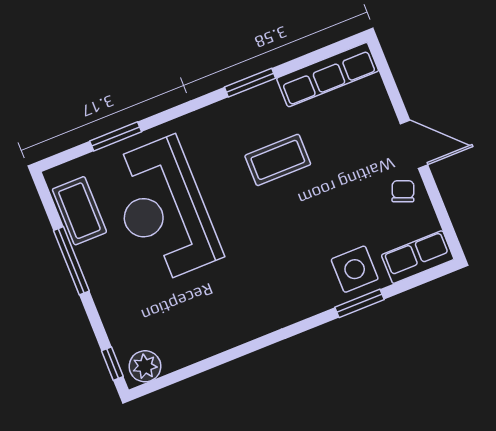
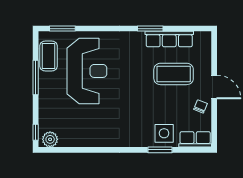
row of seats: (328, 75) -> (169, 39), moved
window: (116, 136) -> (62, 29), moved
coffee table: (278, 160) -> (174, 74), moved, width x1.36, depth x1.32
reception desk: (163, 210) -> (87, 71), turned 180

